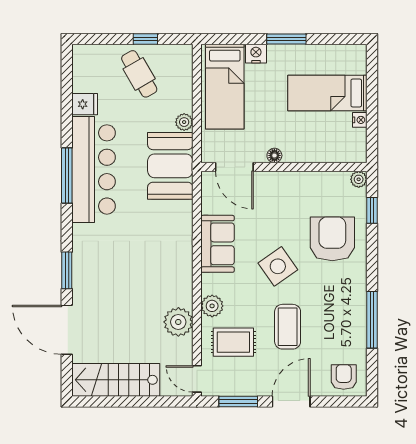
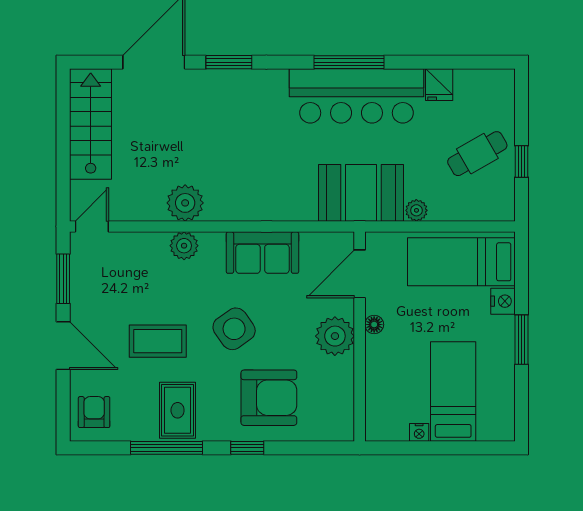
plant: (359, 179) -> (335, 336), moved, width x1.87, depth x1.87
window: (372, 210) -> (247, 448), moved
plant: (178, 322) -> (185, 203), moved
rug: (233, 342) -> (178, 410), moved
armchair: (344, 377) -> (94, 412), turned -90

